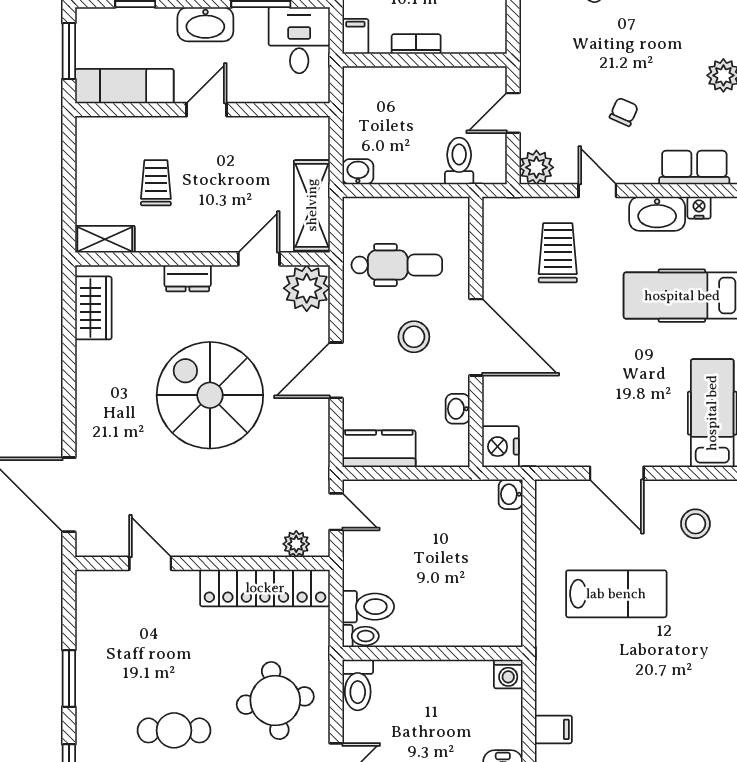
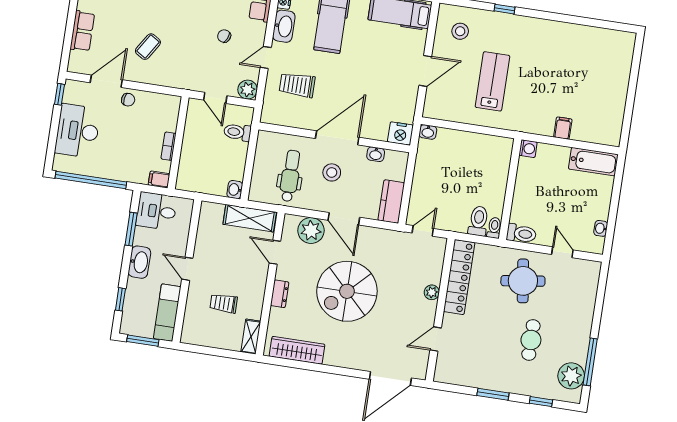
plant: (307, 288) -> (311, 231), moved
wardrobe: (93, 308) -> (297, 350), width x1.50
plant: (296, 544) -> (432, 292), moved

